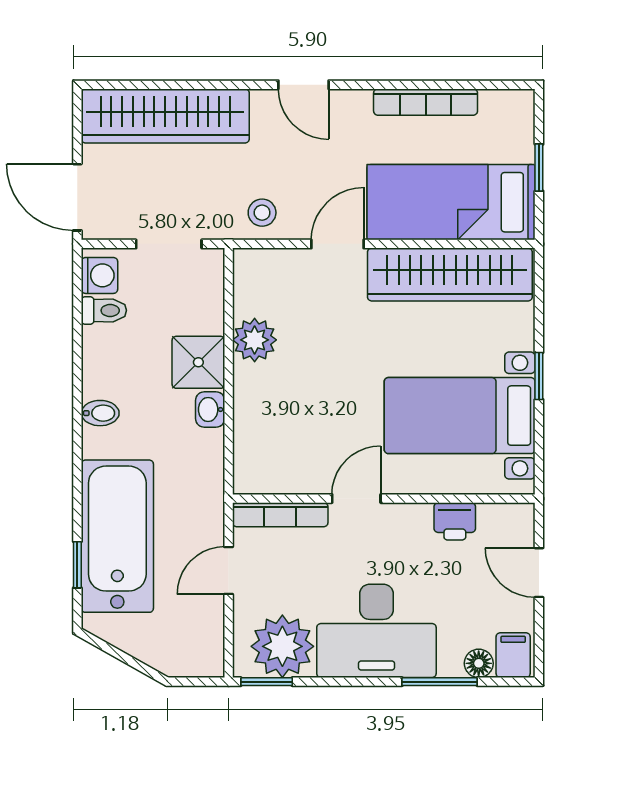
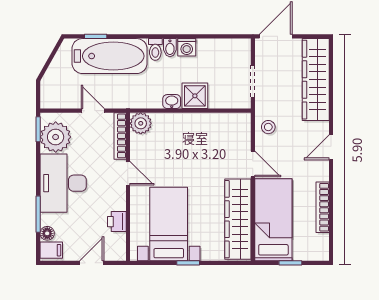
washing machine: (99, 275) -> (187, 47), moved
toilet: (104, 310) -> (155, 49), moved
plant: (255, 340) -> (141, 123), moved

